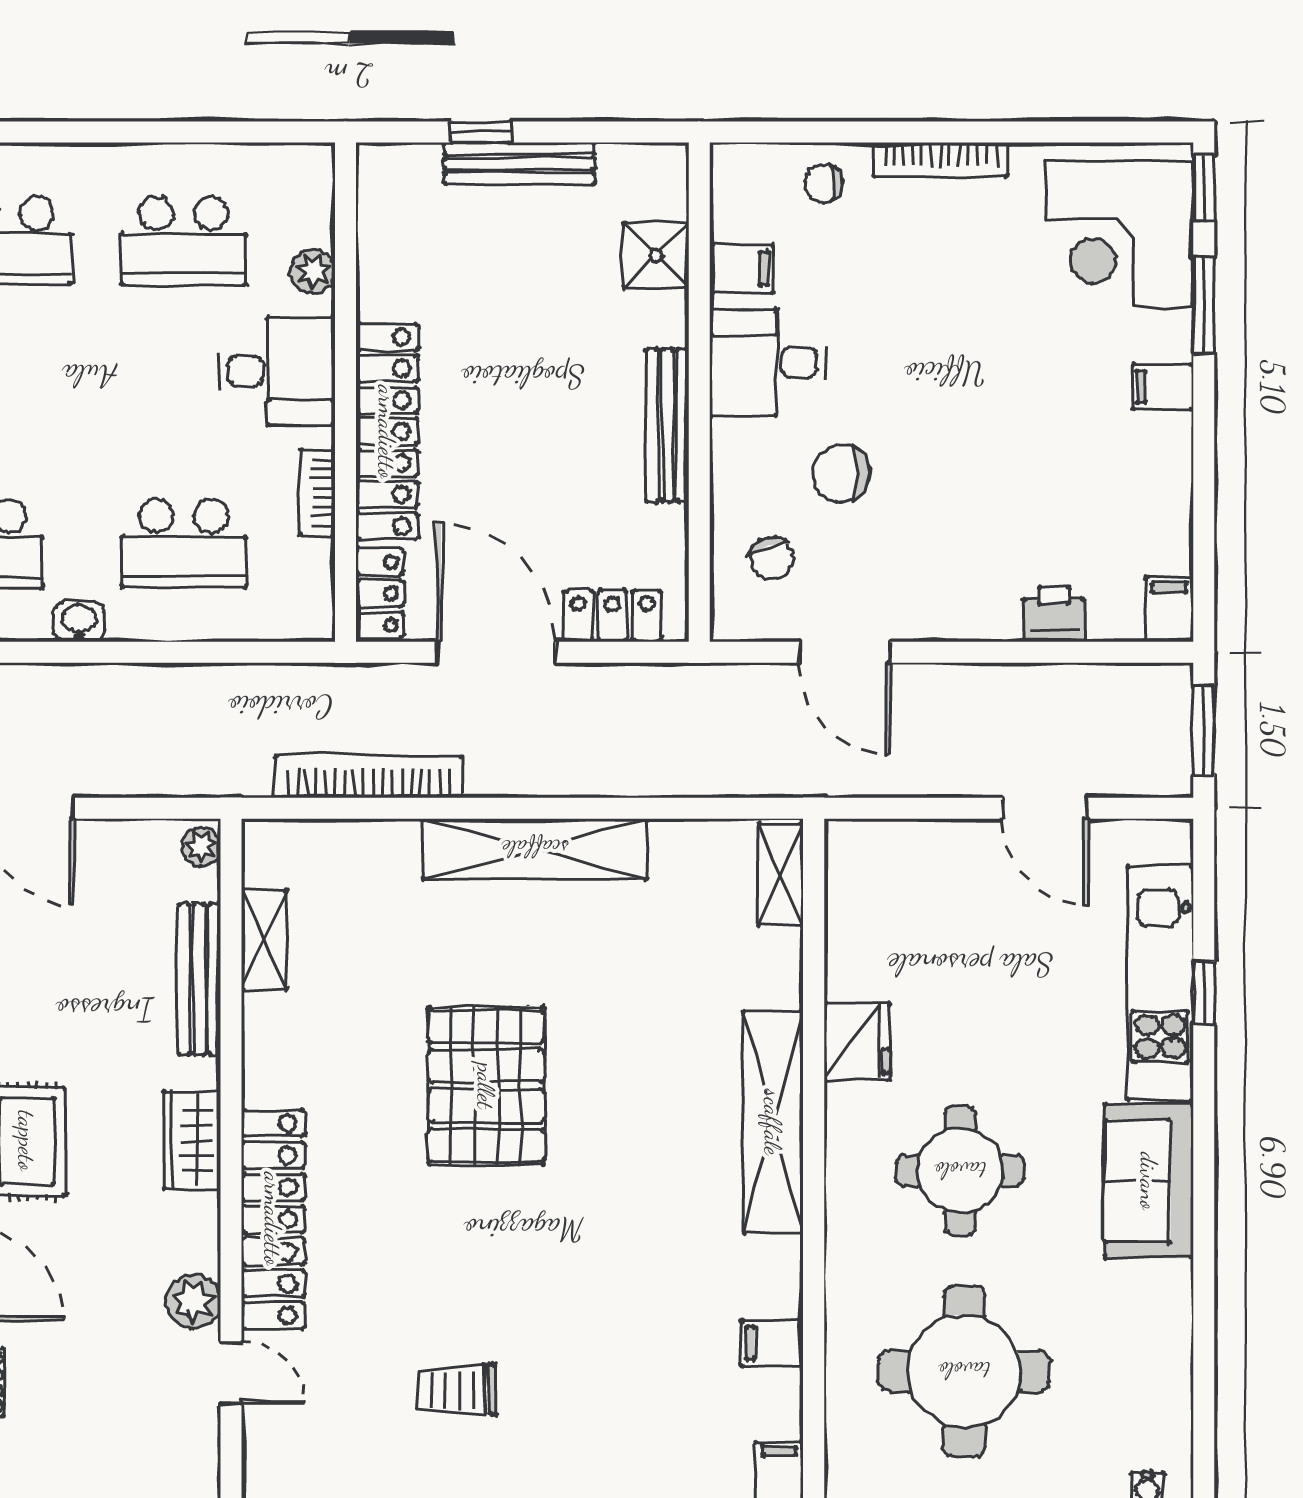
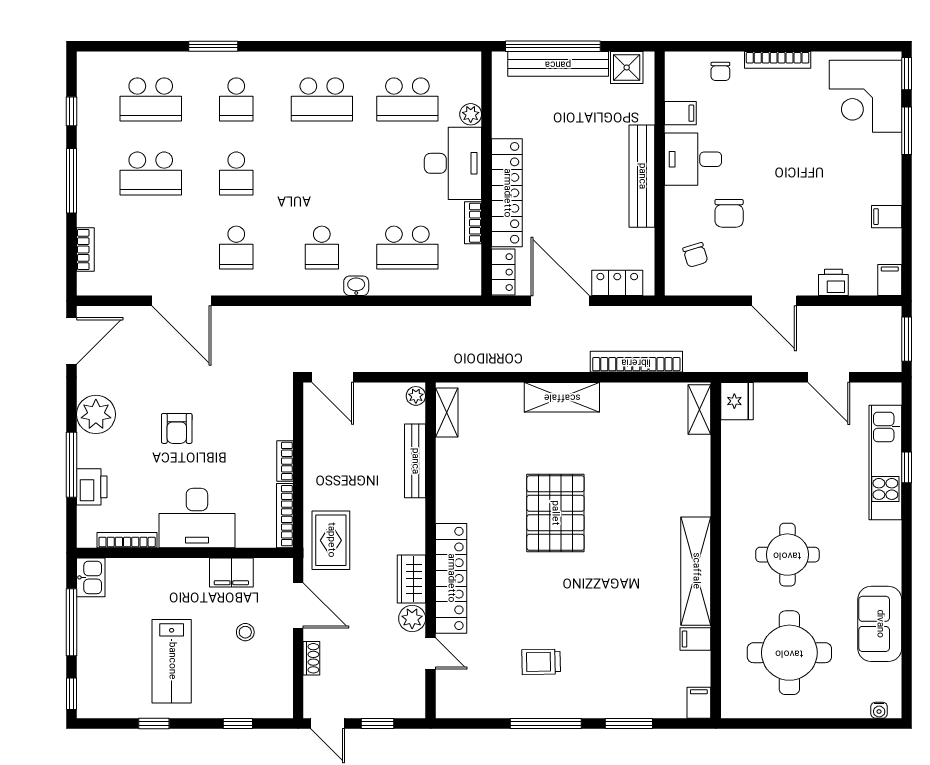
window: (481, 132) -> (553, 46), width x3.17
bench: (519, 163) -> (558, 64), width x1.37, depth x1.21
chair: (823, 183) -> (720, 71), turned -90
shower: (656, 255) -> (627, 67), moved
desk: (277, 371) -> (453, 163), width x1.37
filing cabinet: (1163, 387) -> (887, 217), moved
bench: (667, 425) -> (642, 176), width x1.37, depth x1.21
chair: (841, 473) -> (729, 213), turned -90
door: (845, 652) -> (774, 301), moved
bookcase: (369, 776) -> (636, 362), moved
shelving: (535, 849) -> (562, 397), width x0.68
shelving: (264, 940) -> (447, 413), moved
fridge: (857, 1042) -> (737, 401), moved
shelving: (773, 1122) -> (696, 571), moved
wardrobe: (192, 1140) -> (411, 579), moved
sofa: (1149, 1181) -> (880, 624), moved

